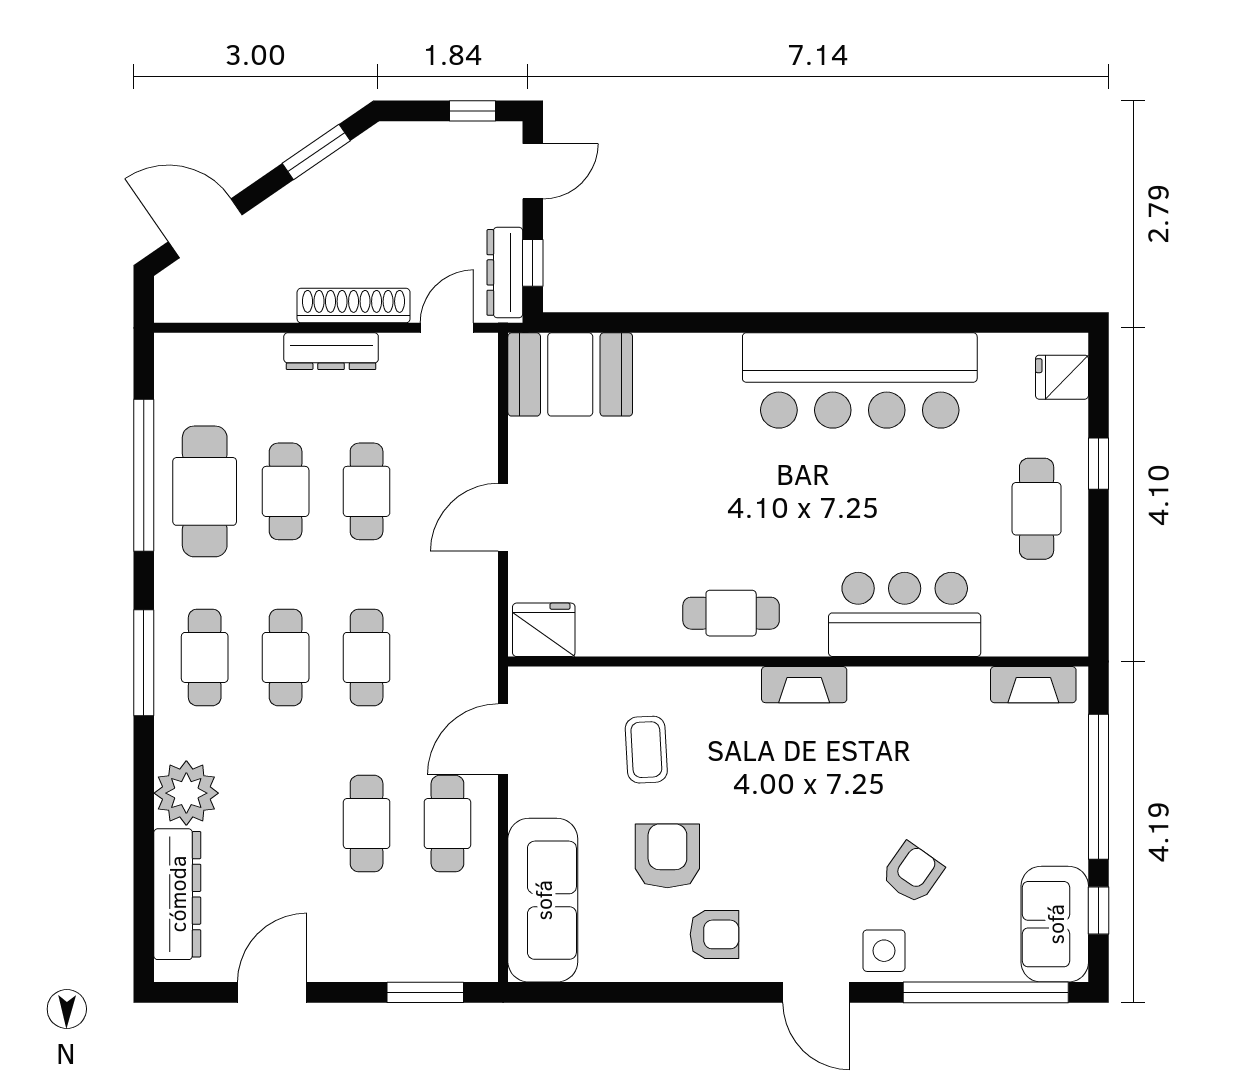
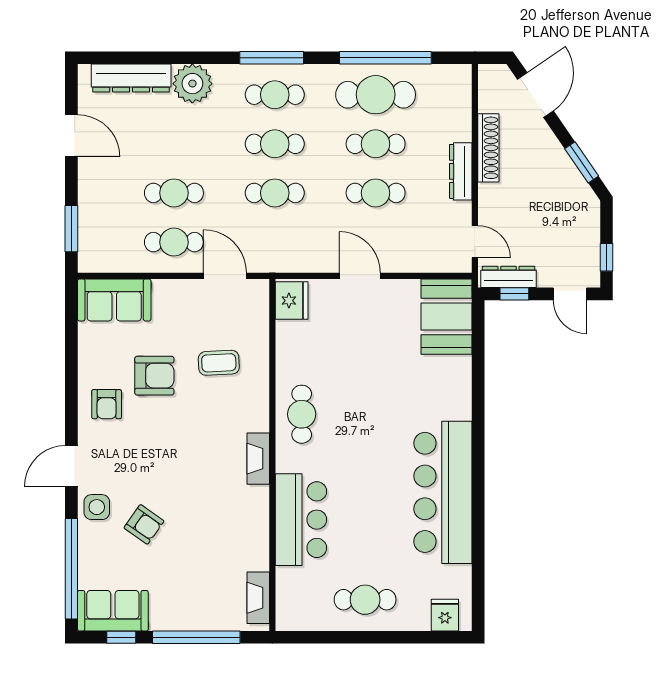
shoe rack: (354, 306) -> (488, 148), moved
window: (1099, 464) -> (392, 637), removed
sofa: (543, 900) -> (114, 300), width x0.73

